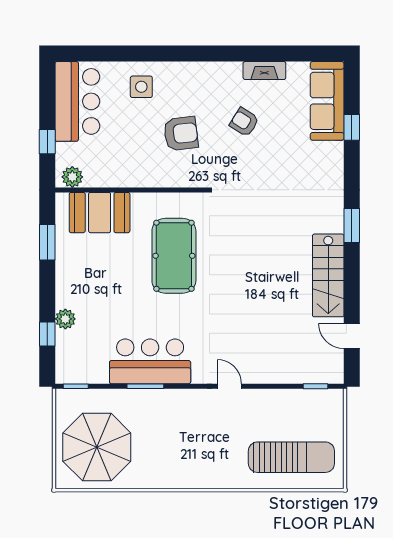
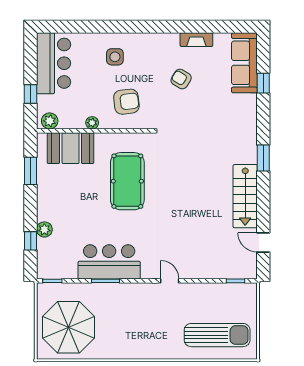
side table: (141, 87) -> (115, 57), moved
armchair: (181, 134) -> (126, 102), moved
plant: (128, 179) -> (92, 123), added

